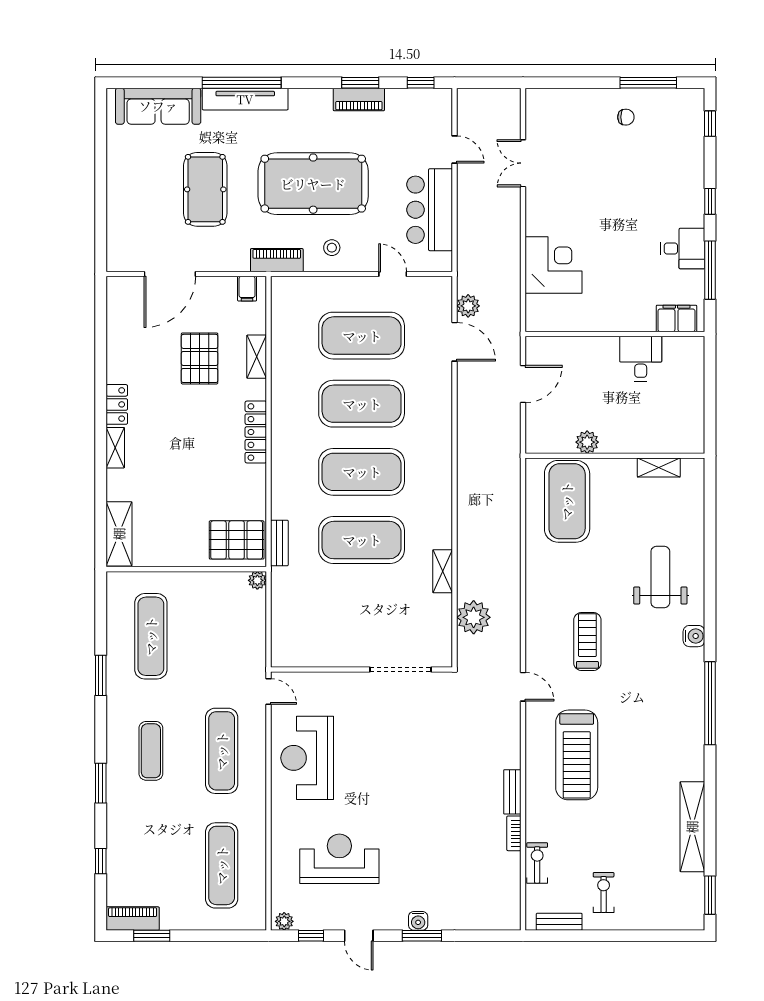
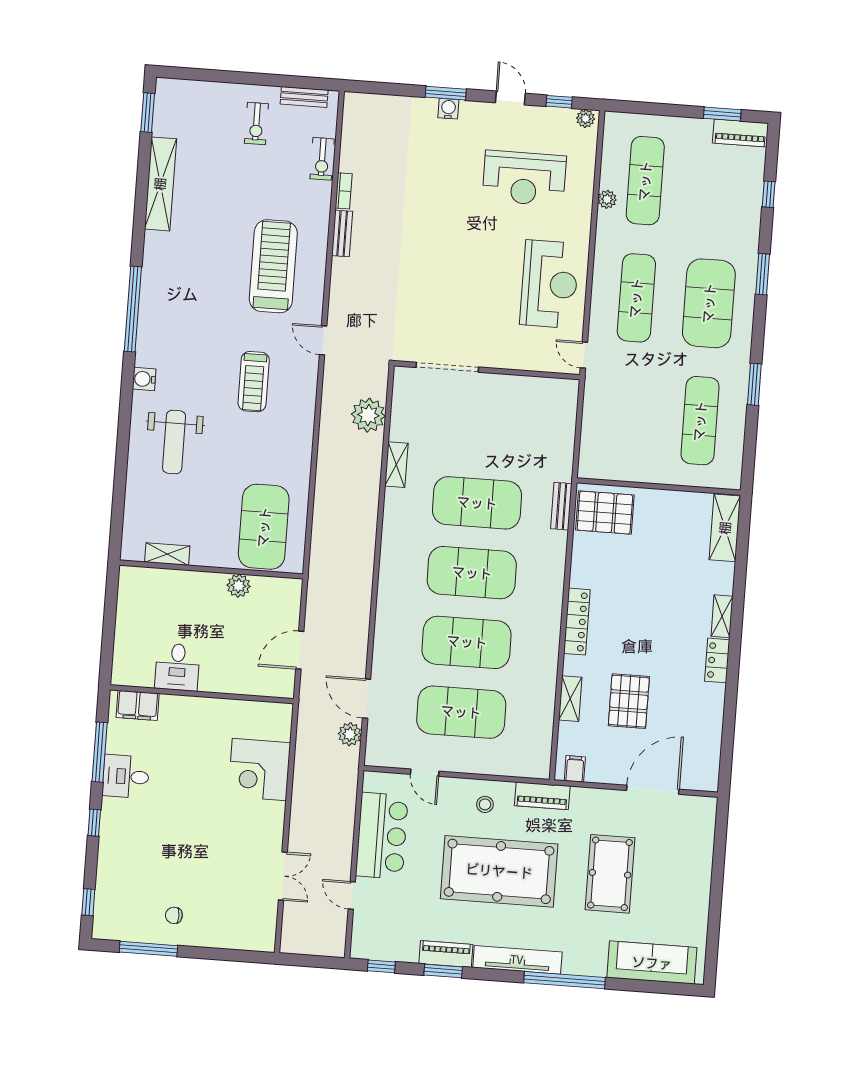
tv unit: (245, 99) -> (517, 960), moved
plant: (257, 580) -> (607, 199), moved
exercise mat: (151, 751) -> (709, 303), width x2.00, depth x1.45

